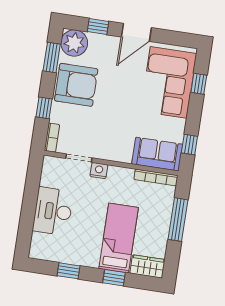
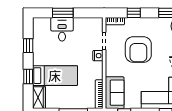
armchair: (76, 85) -> (138, 50), moved
desk: (53, 211) -> (62, 29), width x0.73
window: (28, 213) -> (63, 13), added

